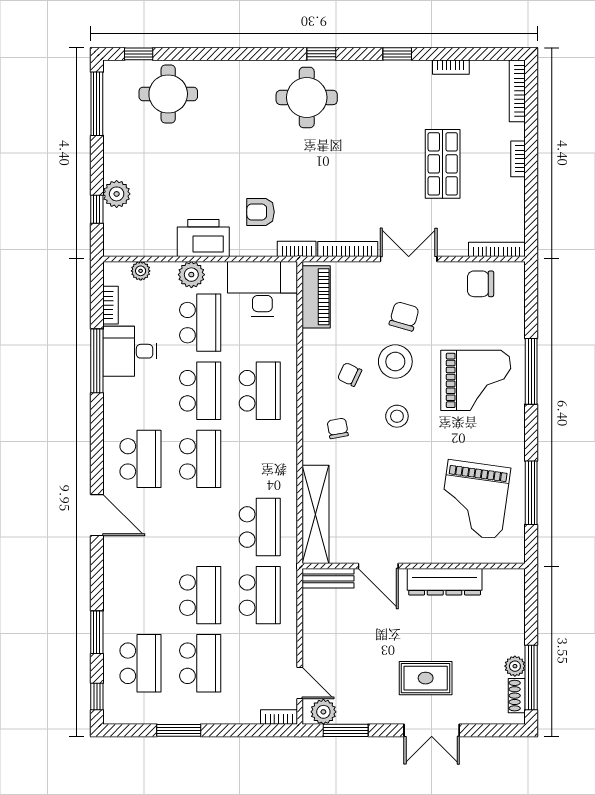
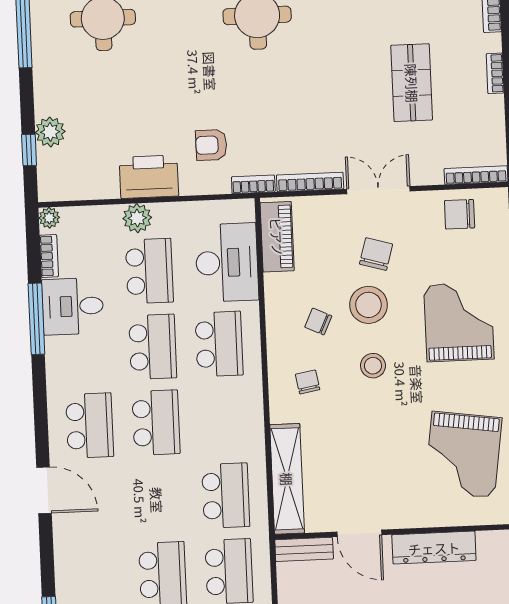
plant: (141, 271) -> (49, 218), moved
desk: (262, 289) -> (227, 263), moved, turned 90
grand piano: (476, 380) -> (459, 322), turned -90

